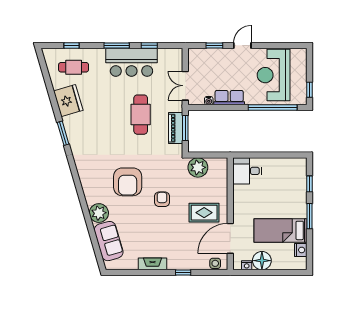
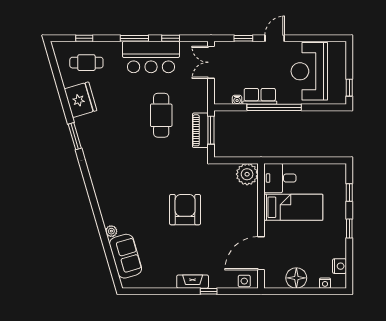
double door: (185, 86) -> (211, 62), moved
window: (273, 107) -> (274, 107), moved
plant: (198, 167) -> (247, 174), moved
armchair: (128, 182) -> (147, 190), removed
armchair: (162, 199) -> (185, 210), width x1.88, depth x1.88
plant: (99, 213) -> (111, 231), width x0.53, depth x0.53
rug: (204, 213) -> (232, 225), removed
window: (309, 216) -> (349, 228), width x0.67
bed: (280, 230) -> (293, 207), moved, turned 180
fireplace: (152, 264) -> (193, 282), moved
nightstand: (247, 265) -> (325, 283), moved

